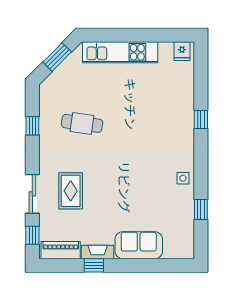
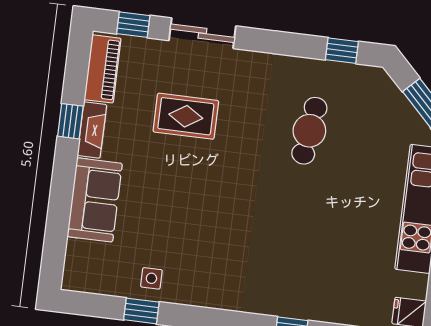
window: (32, 126) -> (342, 51), moved
side table: (183, 178) -> (151, 278), moved
rug: (71, 191) -> (186, 116), moved

